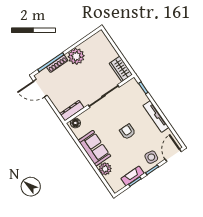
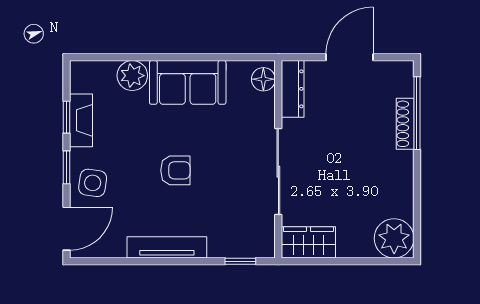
plant: (76, 56) -> (394, 238), moved
door: (40, 88) -> (350, 57), moved
door: (173, 155) -> (67, 229), hinge flipped

